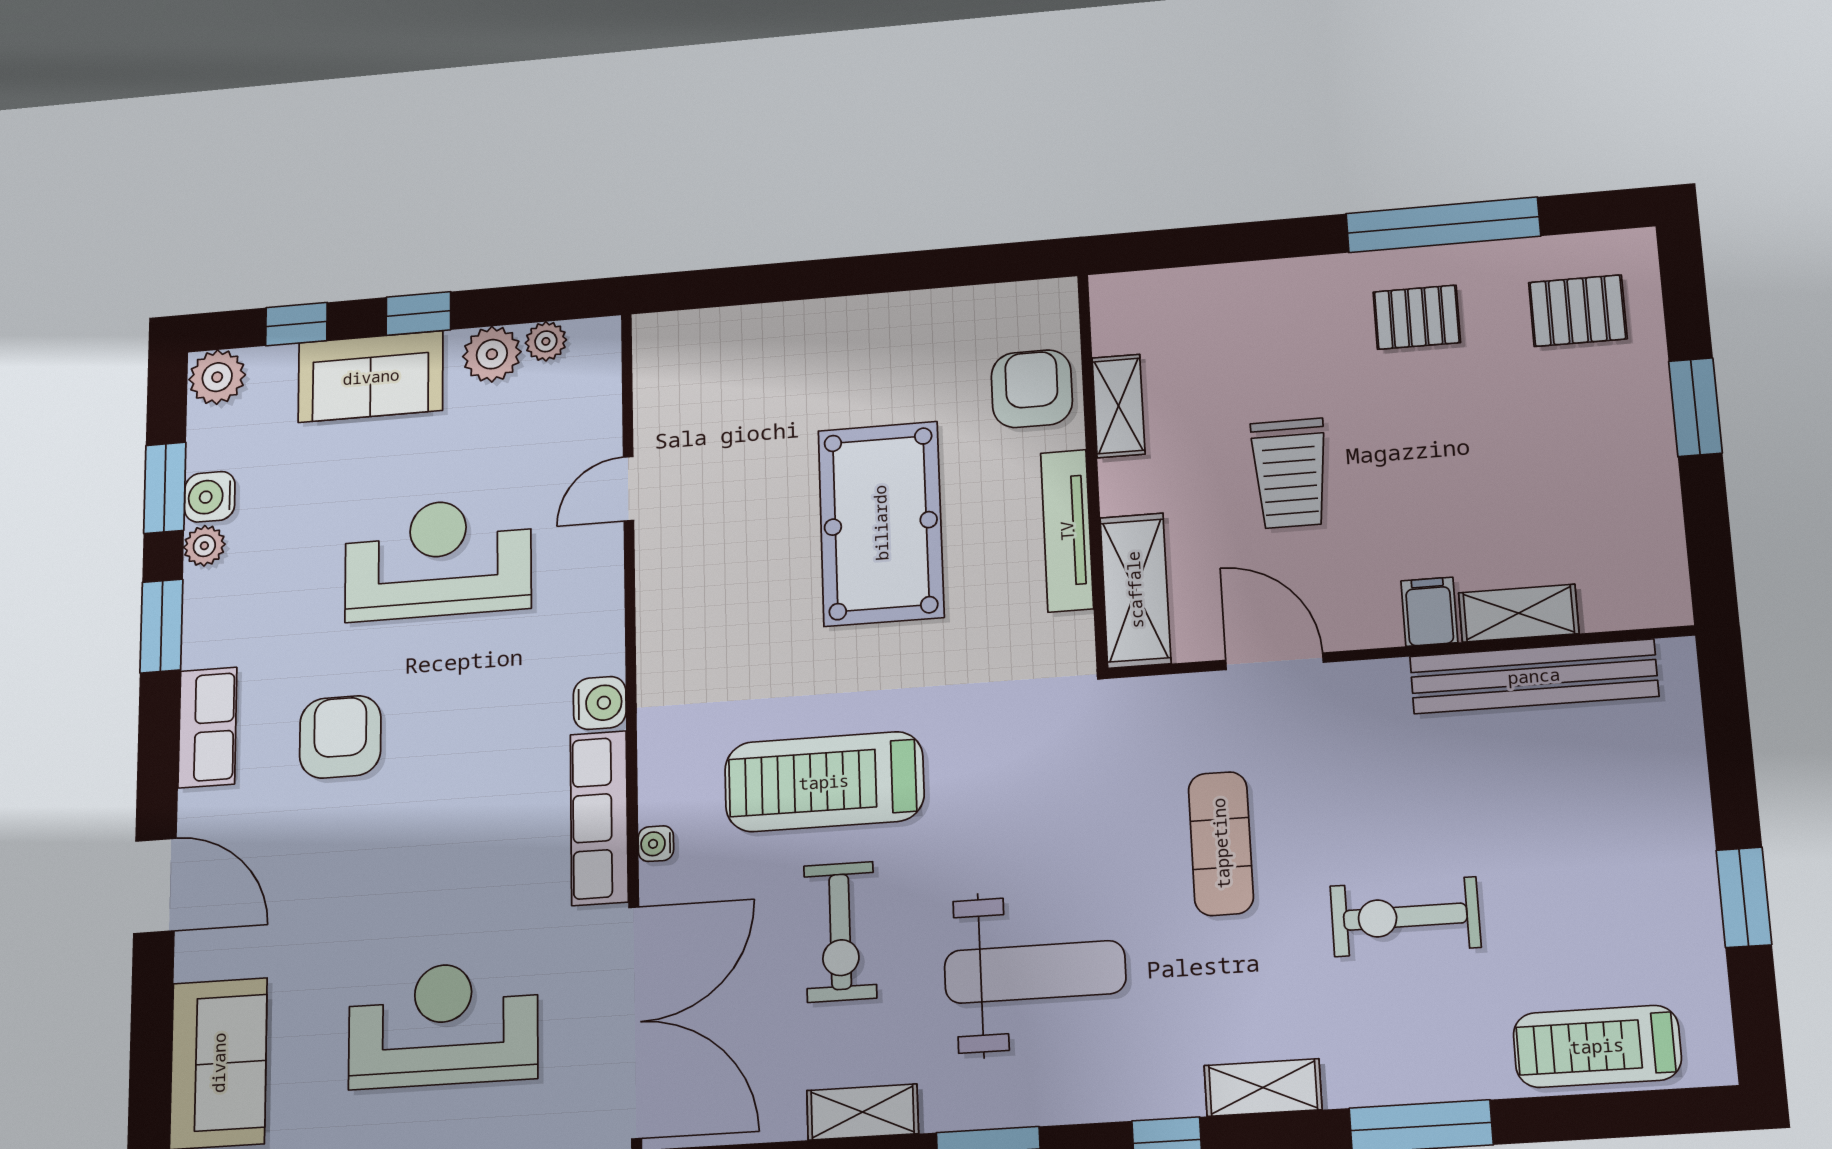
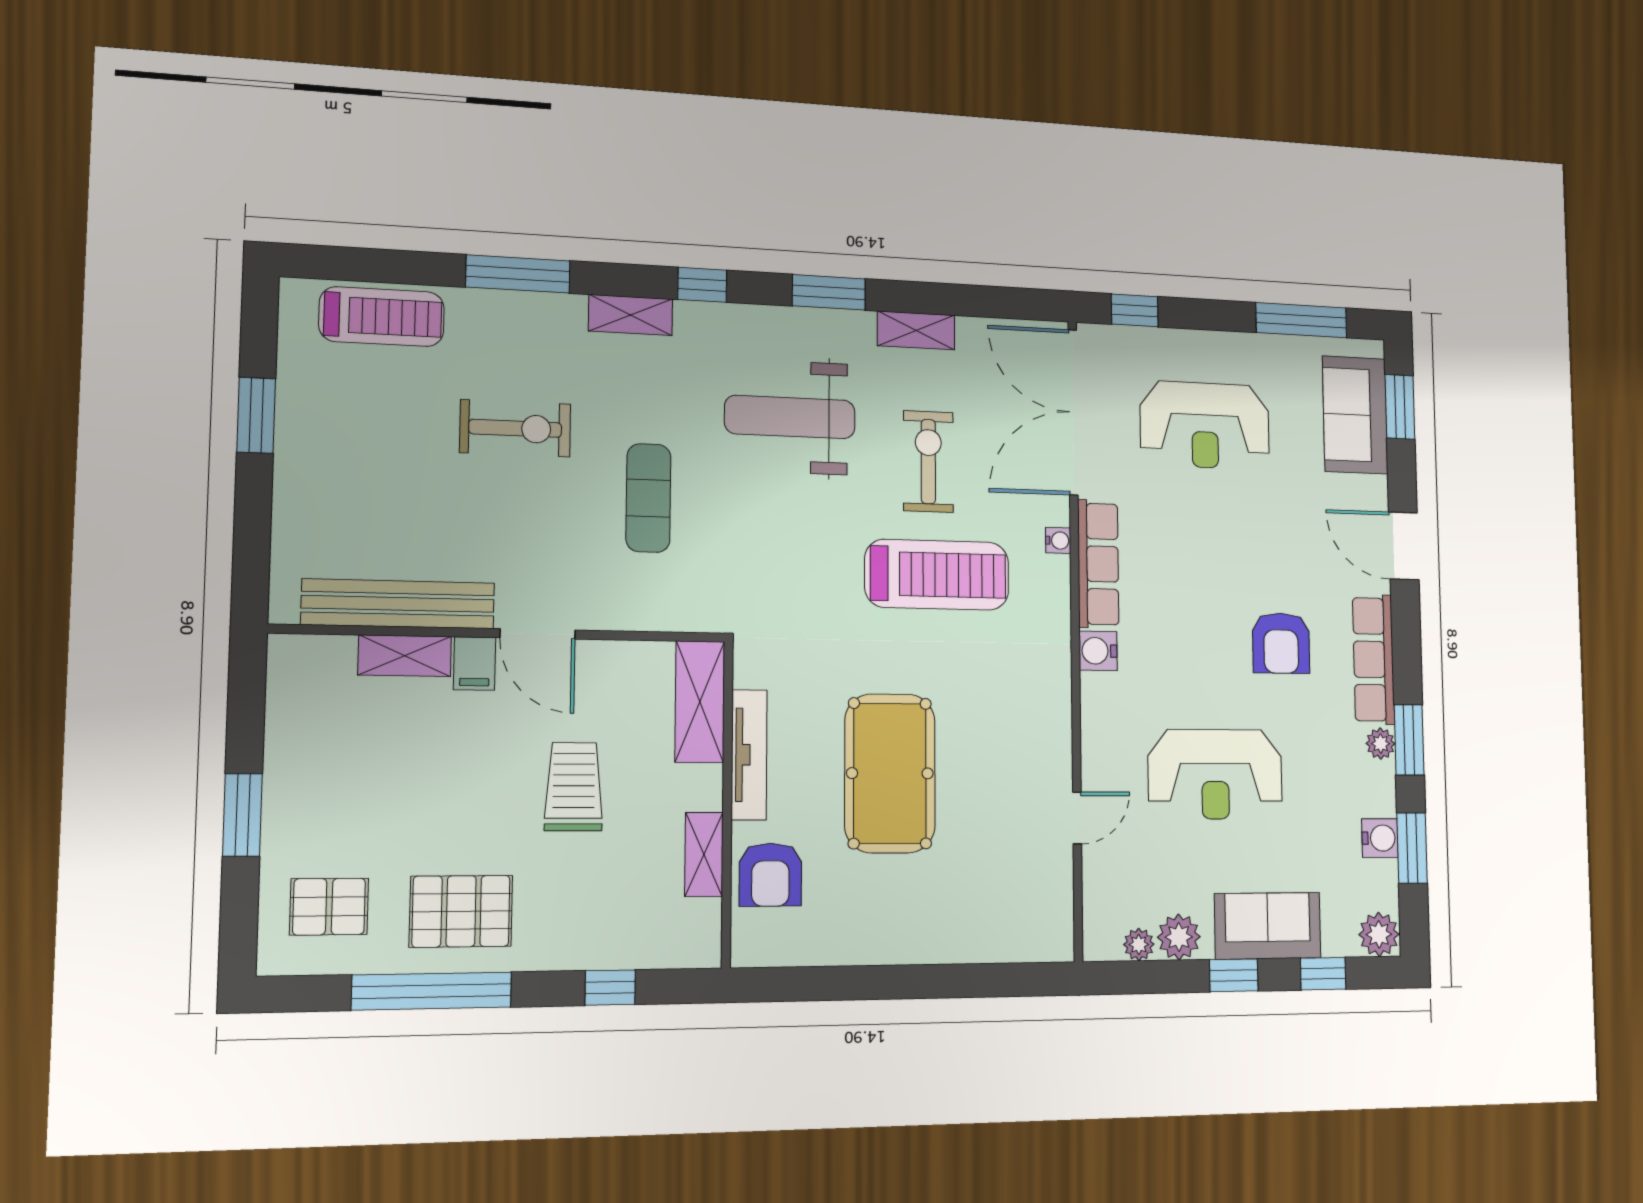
window: (1225, 244) -> (610, 988), added
pallet: (1417, 317) -> (461, 911), width x1.50, depth x1.42
plant: (204, 546) -> (1381, 744), moved
door: (1274, 661) -> (538, 634), moved
row of seats: (207, 727) -> (1373, 659), width x1.48
window: (150, 1082) -> (1400, 407), added

